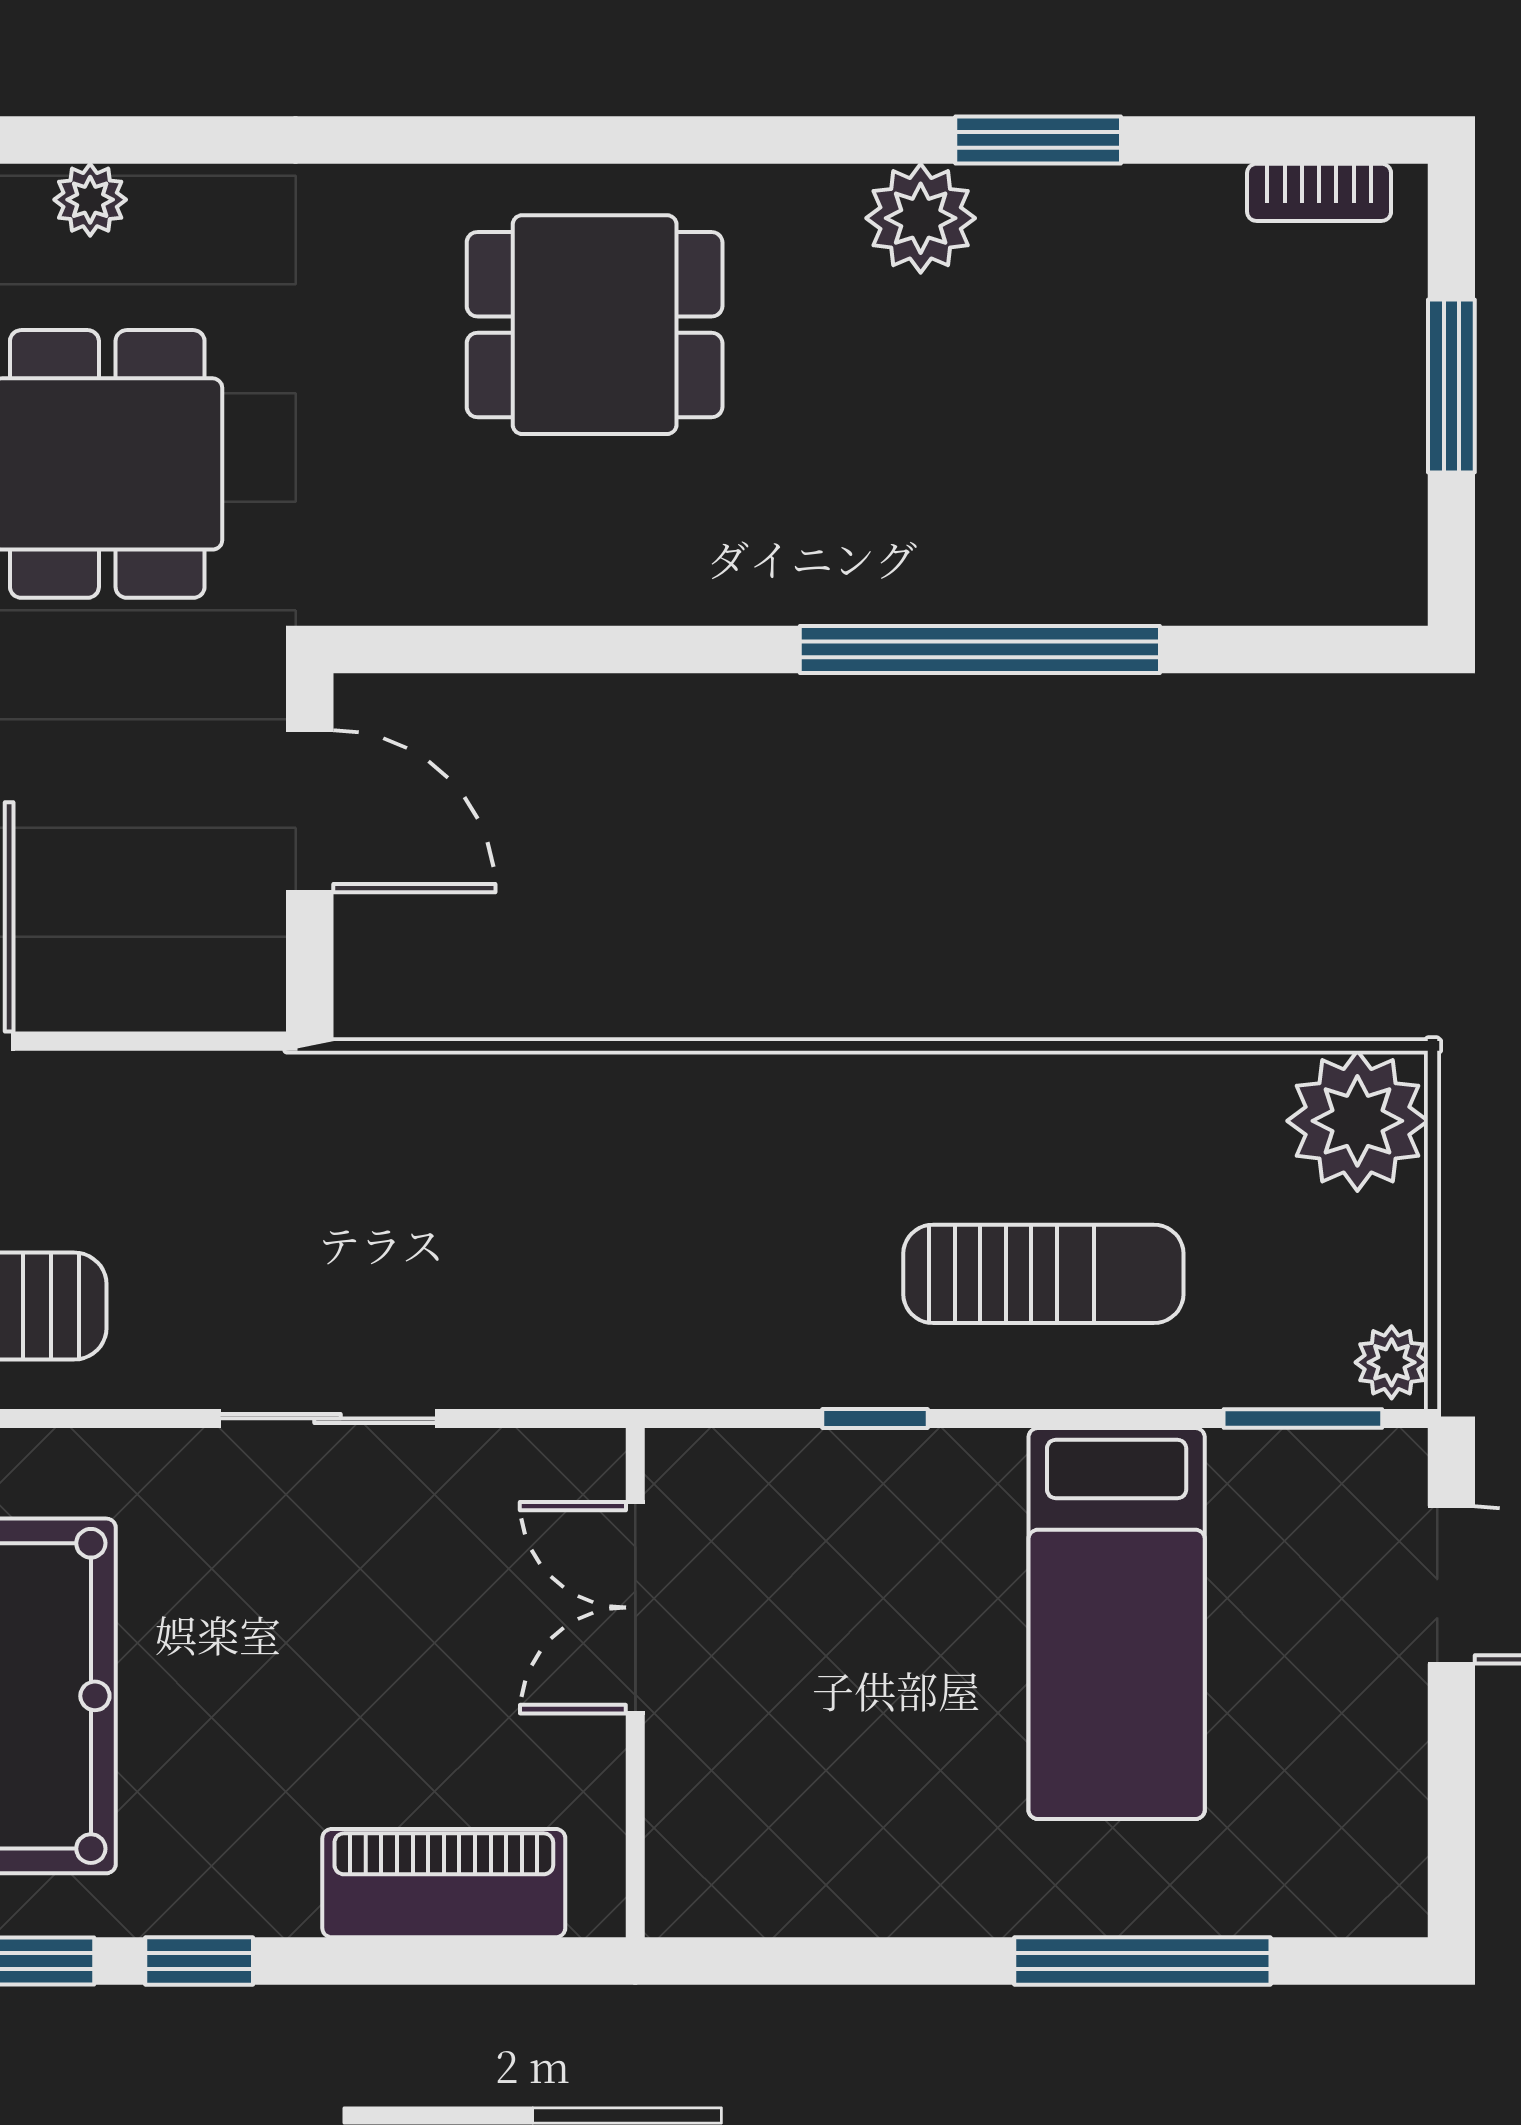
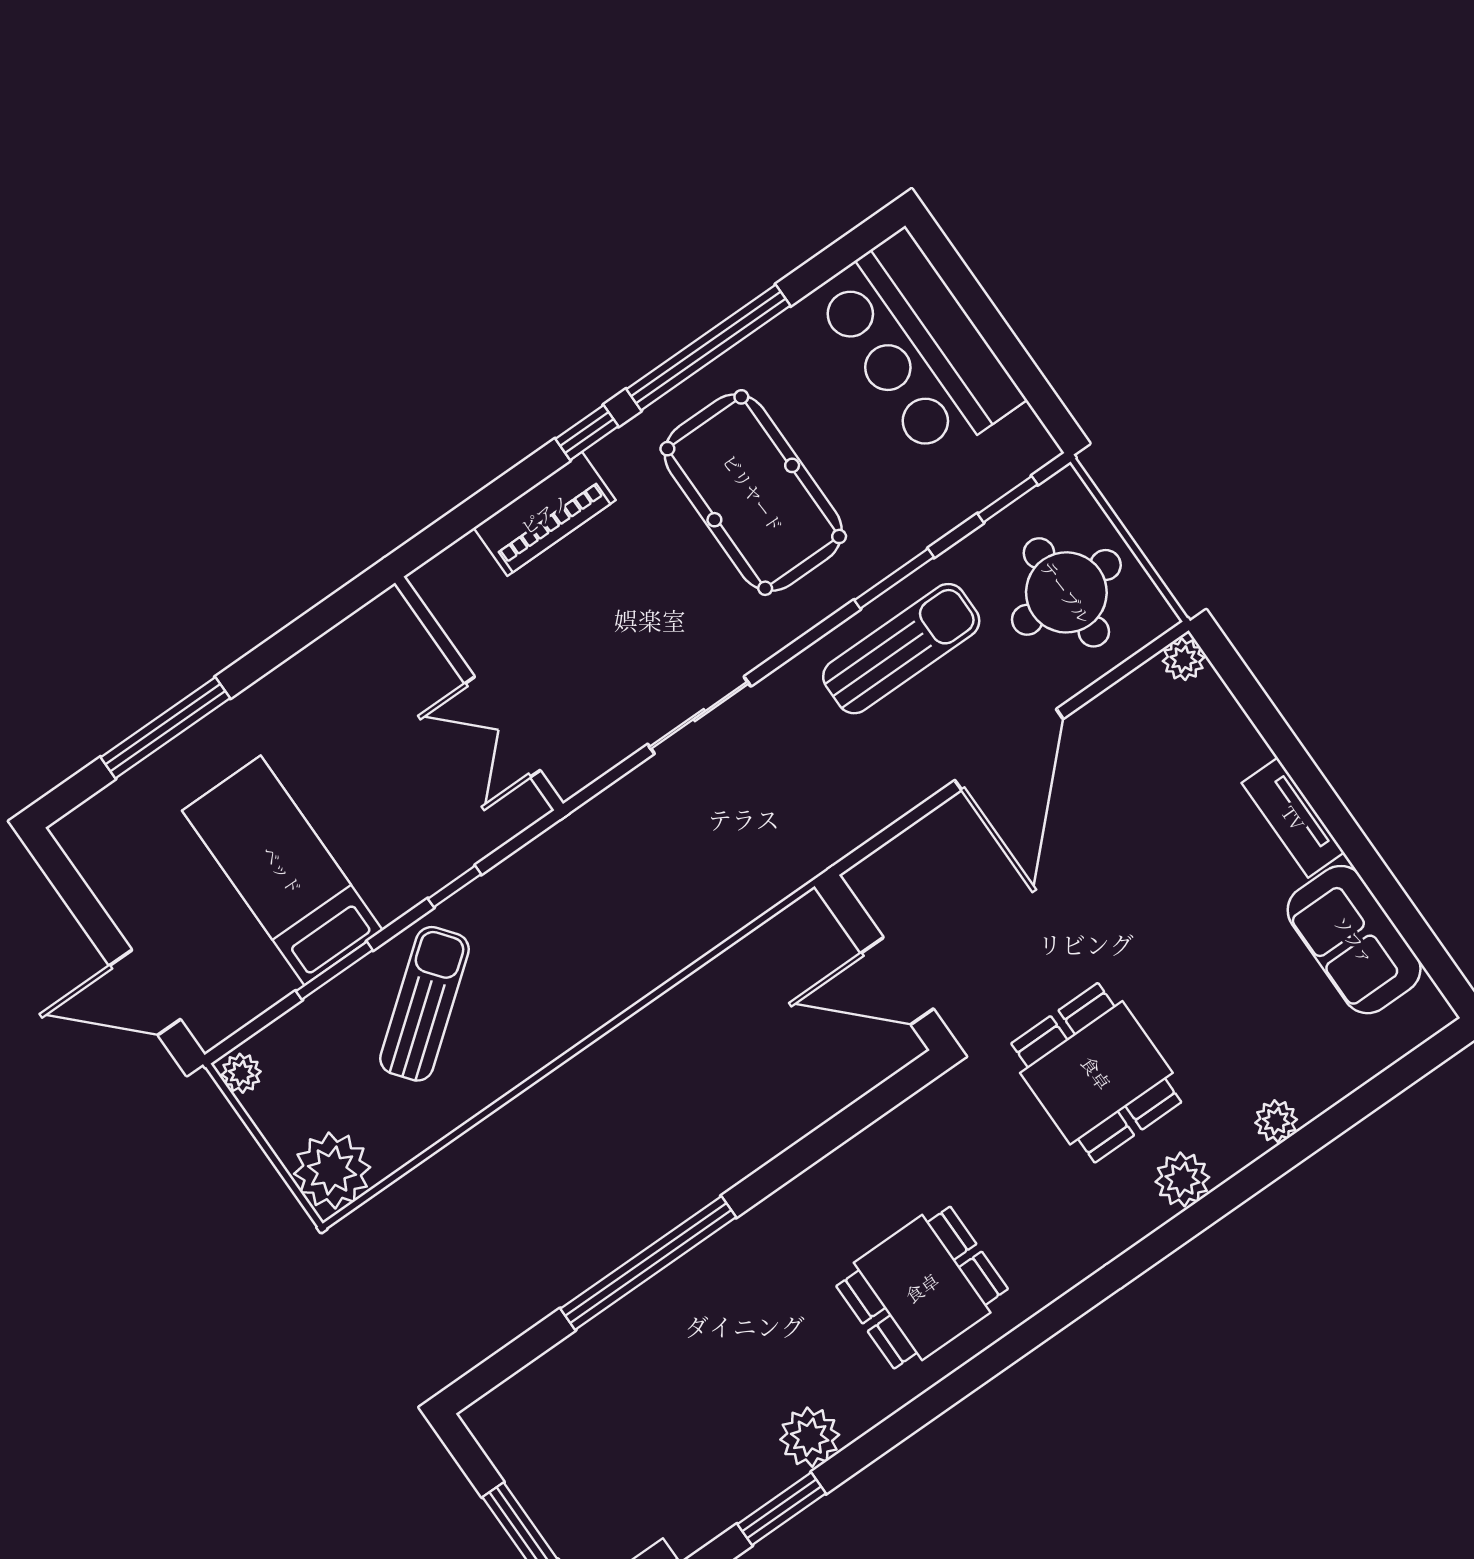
plant: (90, 200) -> (1182, 1179), width x1.38, depth x1.38
sun lounger: (1043, 1274) -> (425, 1004), turned 142
window: (1303, 1418) -> (334, 971), moved
double door: (635, 1608) -> (502, 727), swing flipped
piano: (444, 1883) -> (545, 514), moved

